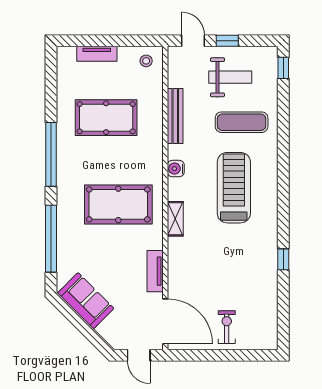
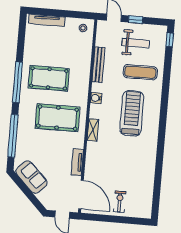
tv unit: (97, 54) -> (47, 20), width x1.41
pool table: (106, 118) -> (49, 78), moved
window: (283, 259) -> (159, 162), removed

